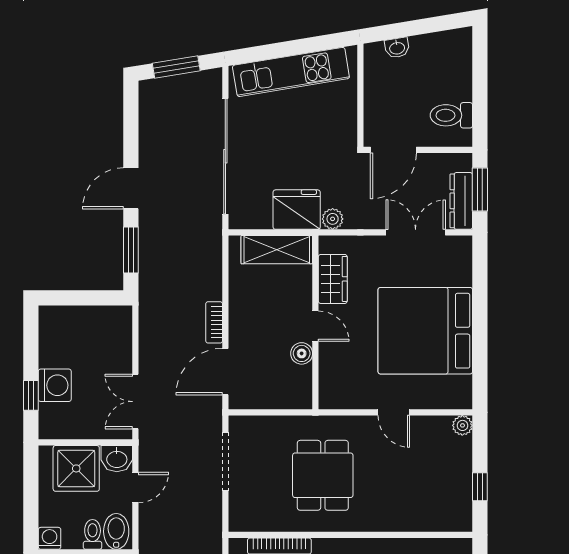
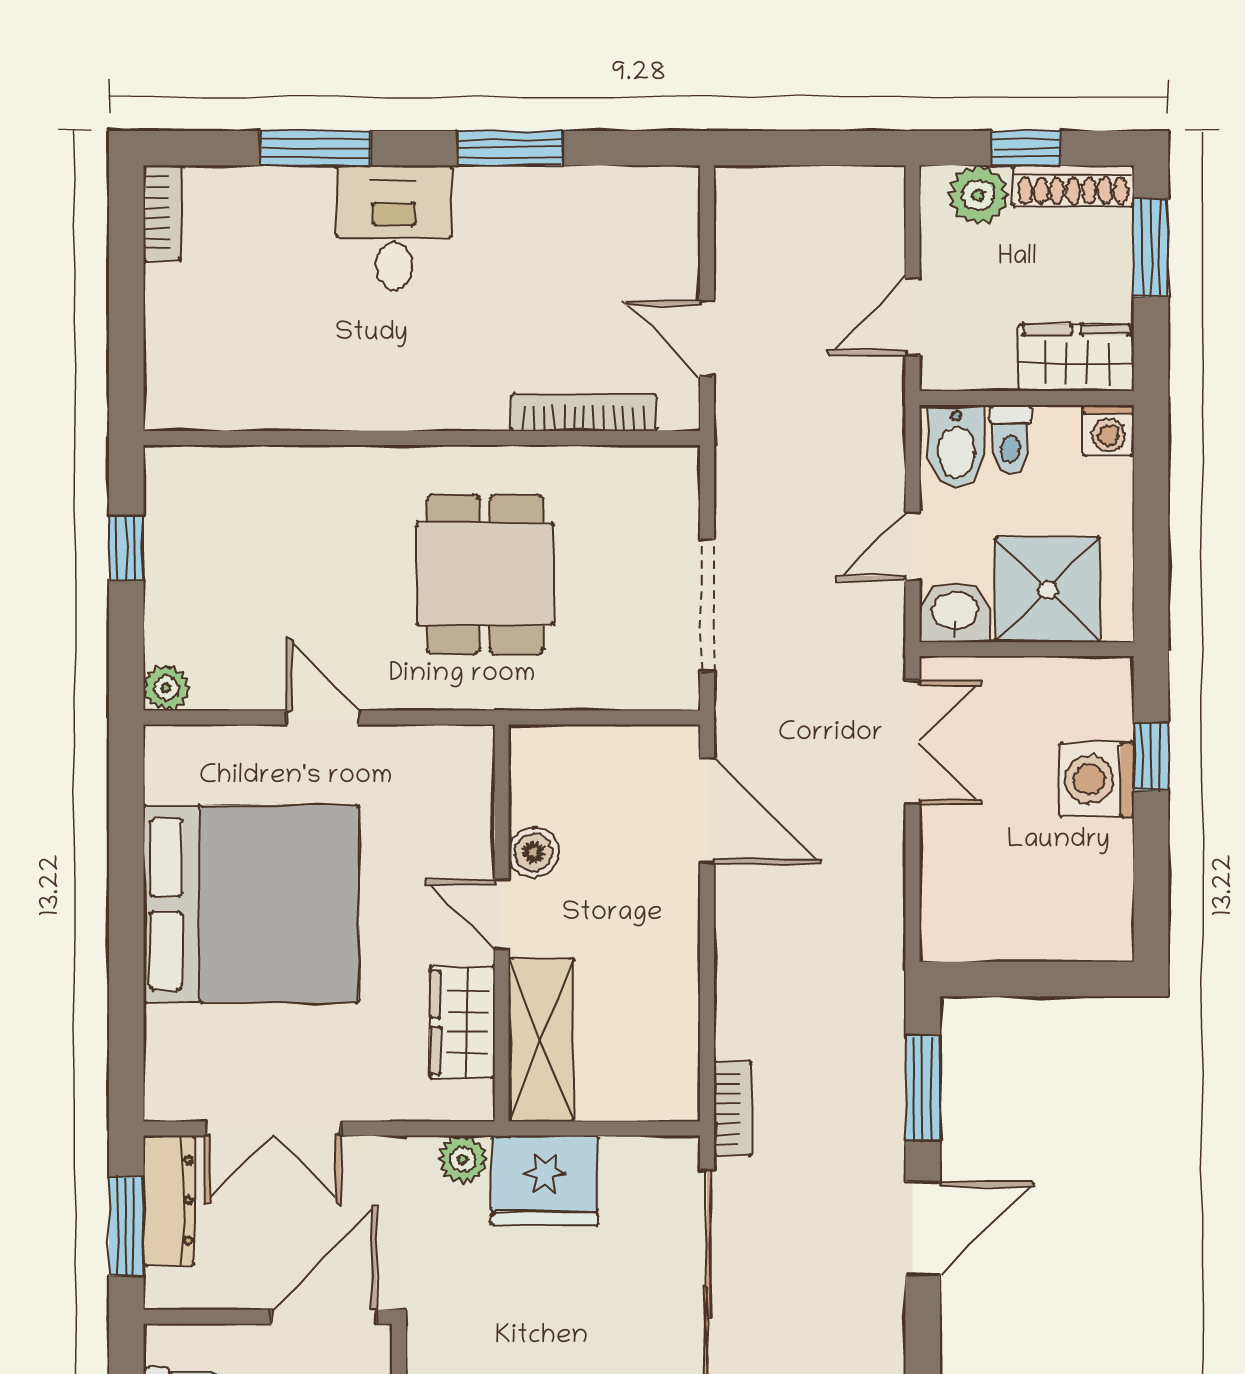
shelving: (277, 250) -> (541, 1040), moved, turned 90
bookcase: (214, 322) -> (733, 1109), moved
door: (225, 372) -> (707, 811), hinge flipped

